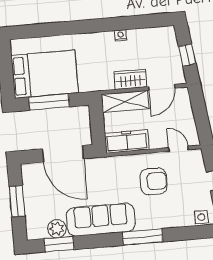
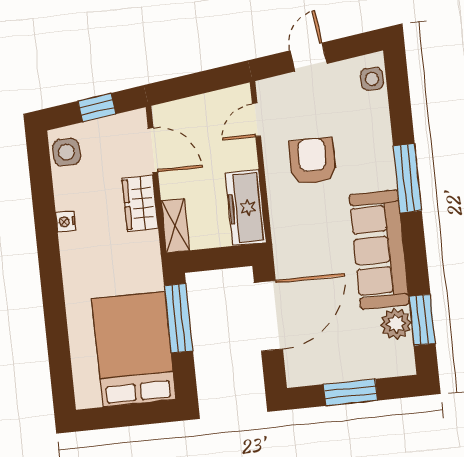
side table: (161, 37) -> (66, 152), added
window: (49, 102) -> (179, 318), moved
shelving: (125, 102) -> (175, 226), width x0.67, depth x0.75

